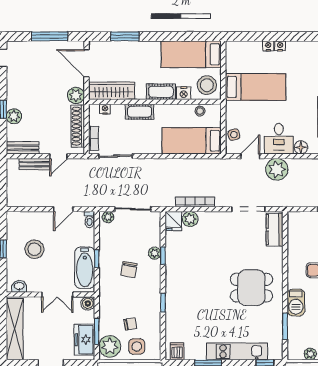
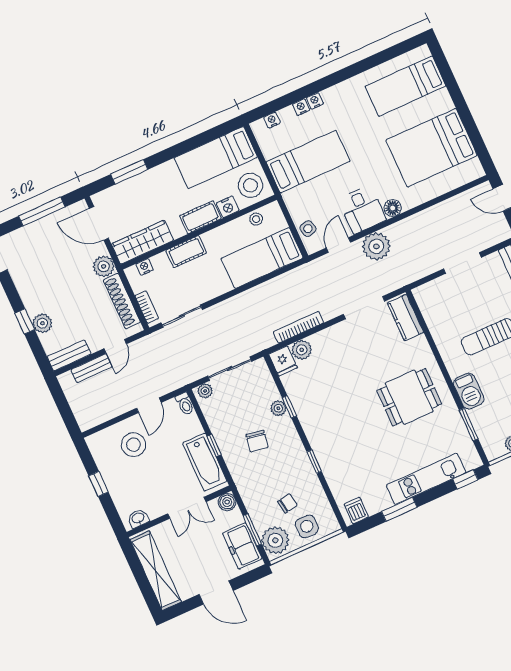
nightstand: (243, 46) -> (272, 120), added
stool: (34, 249) -> (133, 445), moved

